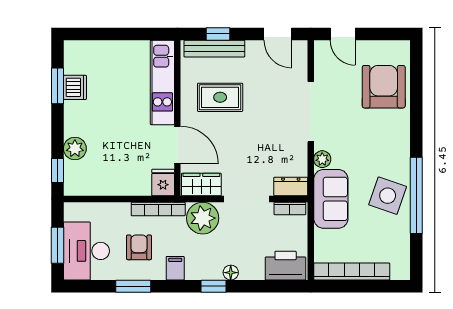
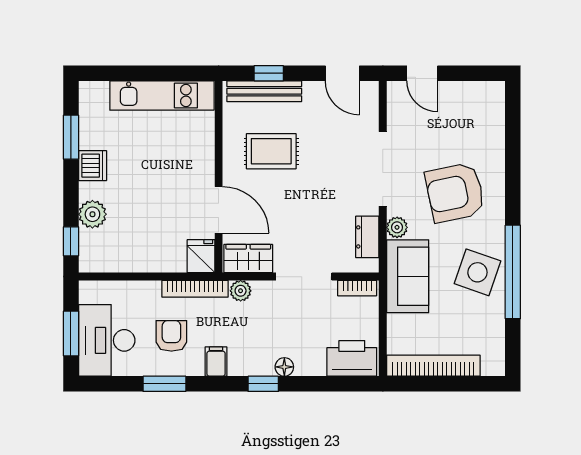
kitchen unit: (162, 82) -> (162, 96), moved, turned -90
dishwasher: (75, 87) -> (93, 166), moved
armchair: (384, 87) -> (455, 192), moved, turned -102
dresser: (291, 187) -> (367, 237), moved, turned -90
plant: (203, 218) -> (241, 291), width x0.53, depth x0.53

